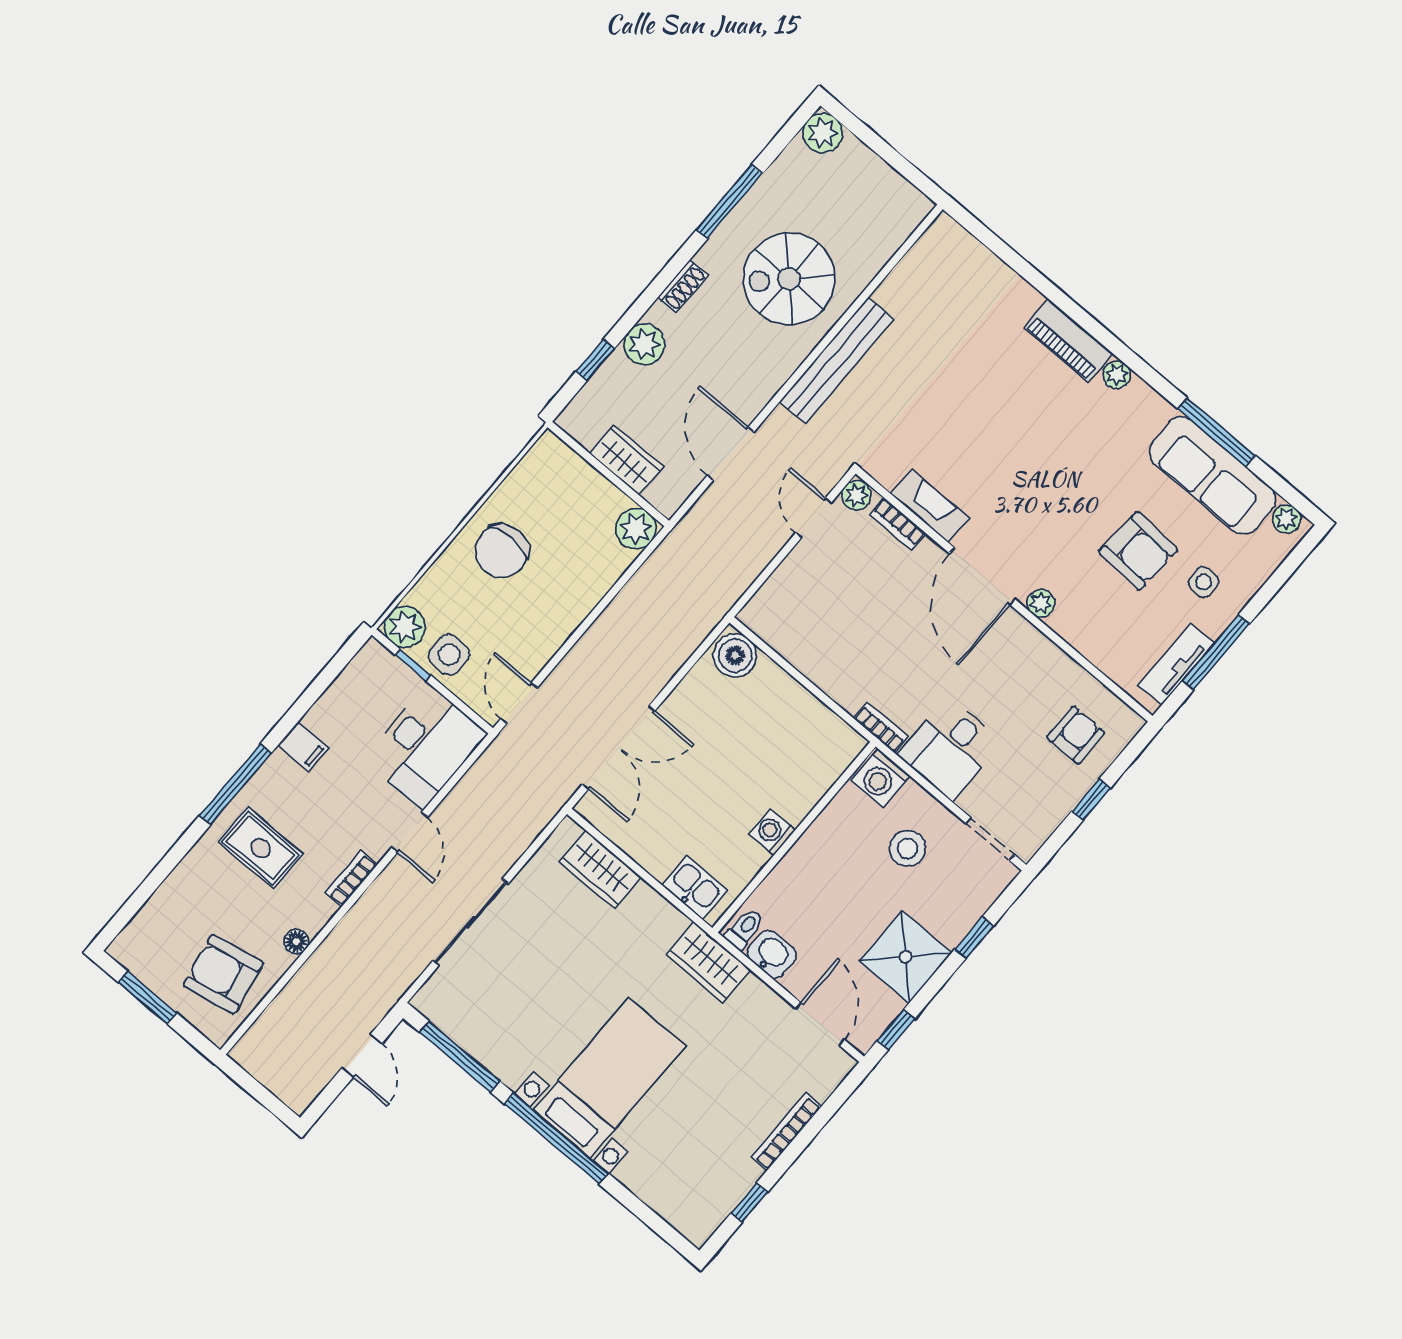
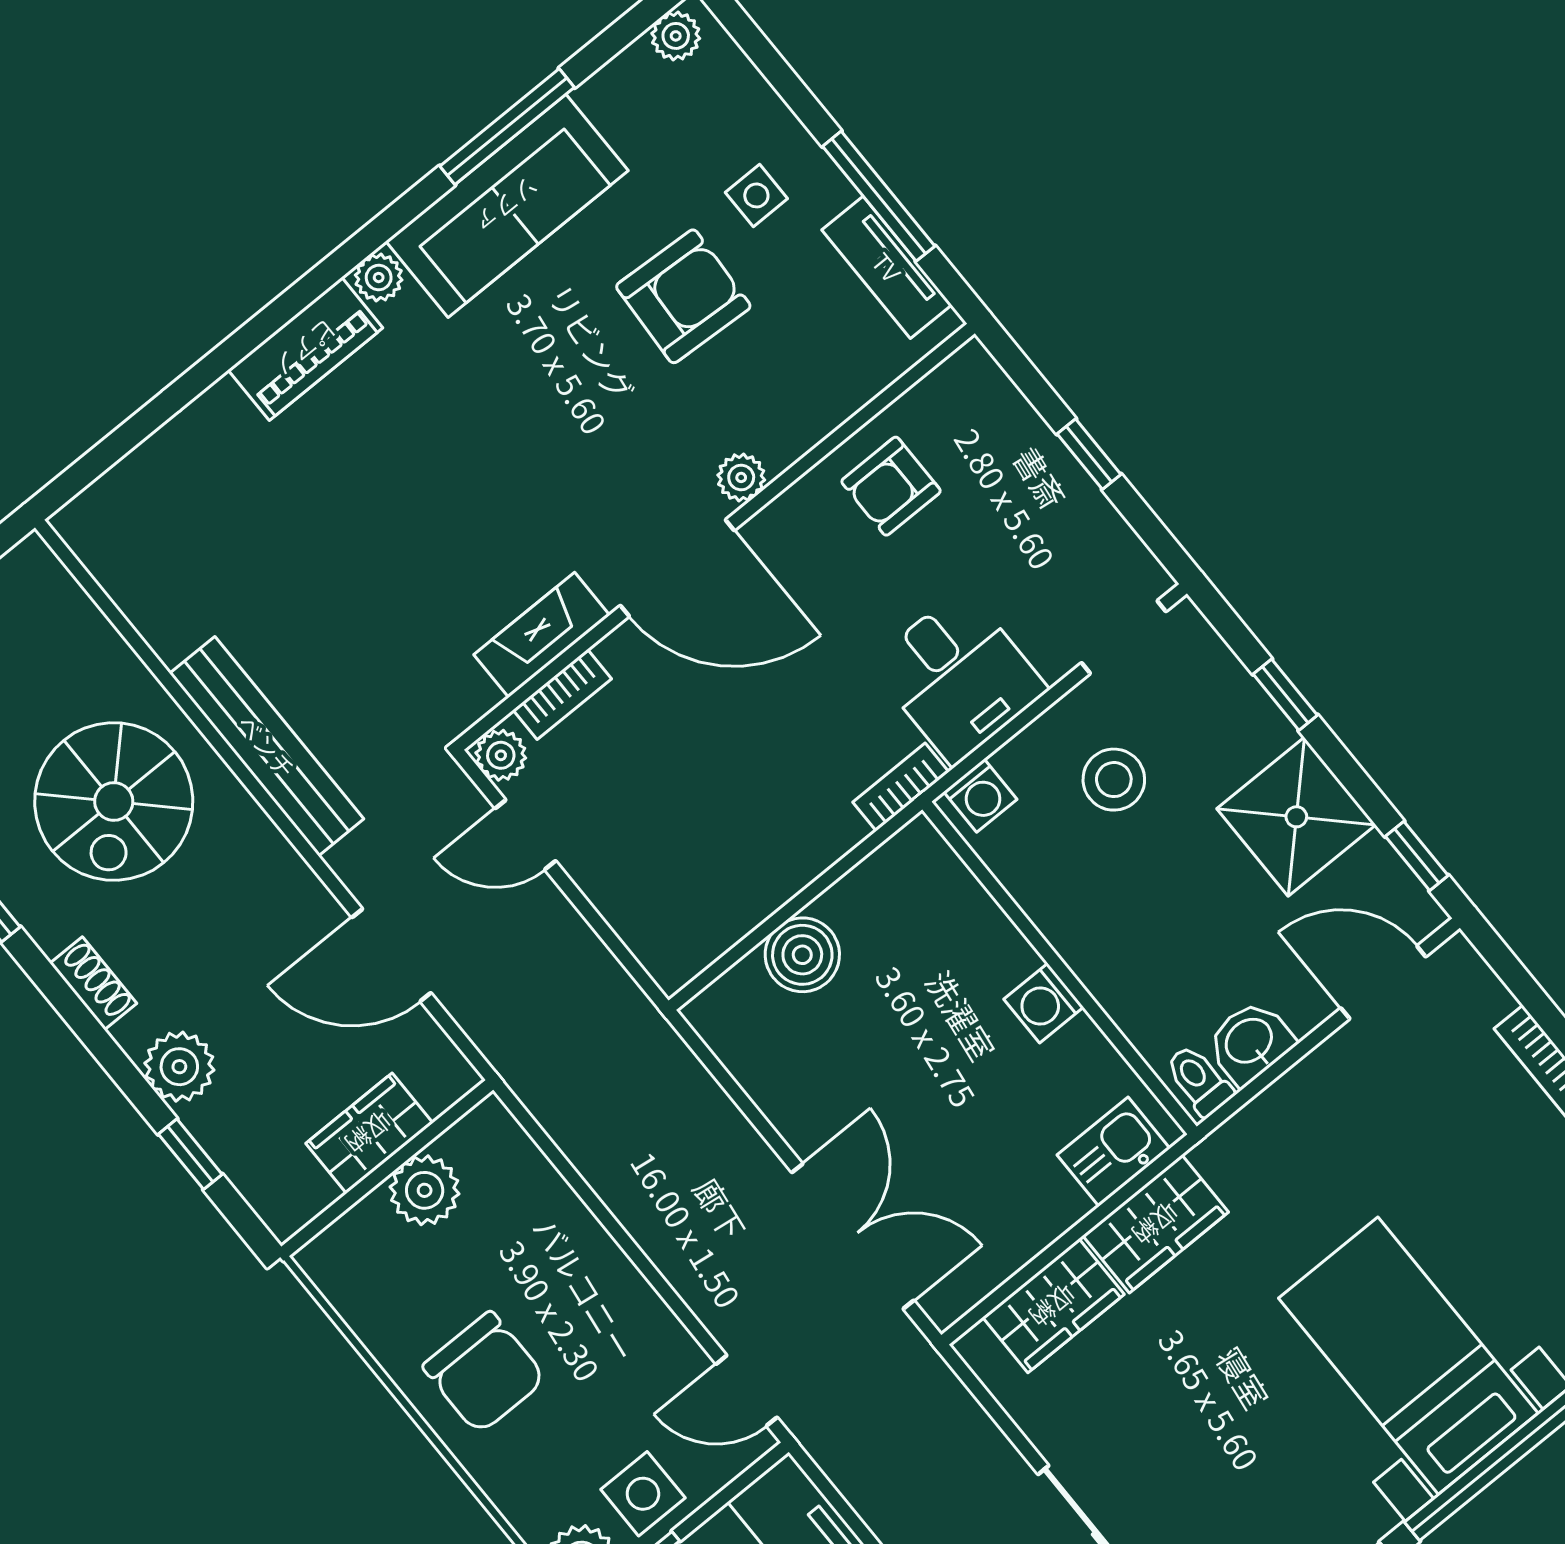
sofa: (1212, 475) -> (507, 206), moved
plant: (636, 529) -> (425, 1190), moved
boiler: (735, 655) -> (802, 955), moved
armchair: (1076, 735) -> (891, 486), moved, turned -90
washing machine: (881, 778) -> (980, 796), width x0.73, depth x0.73
wardrobe: (709, 962) -> (1156, 1224), moved

